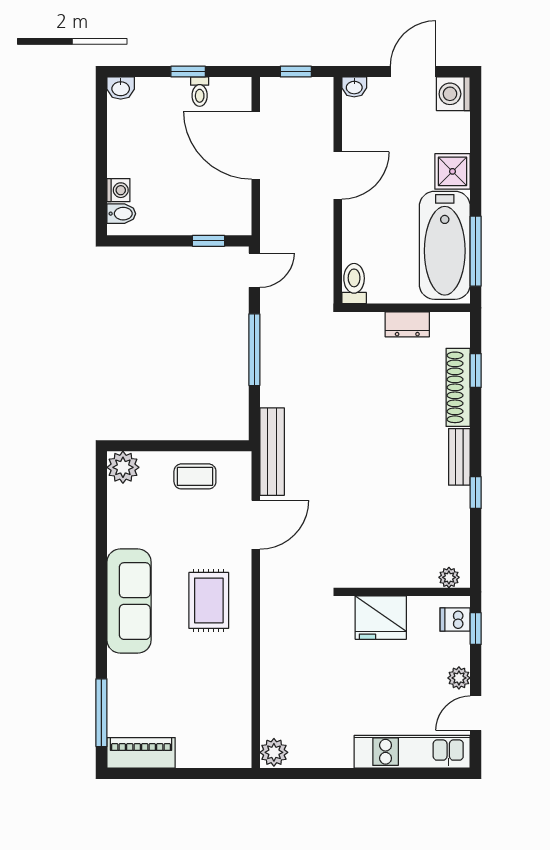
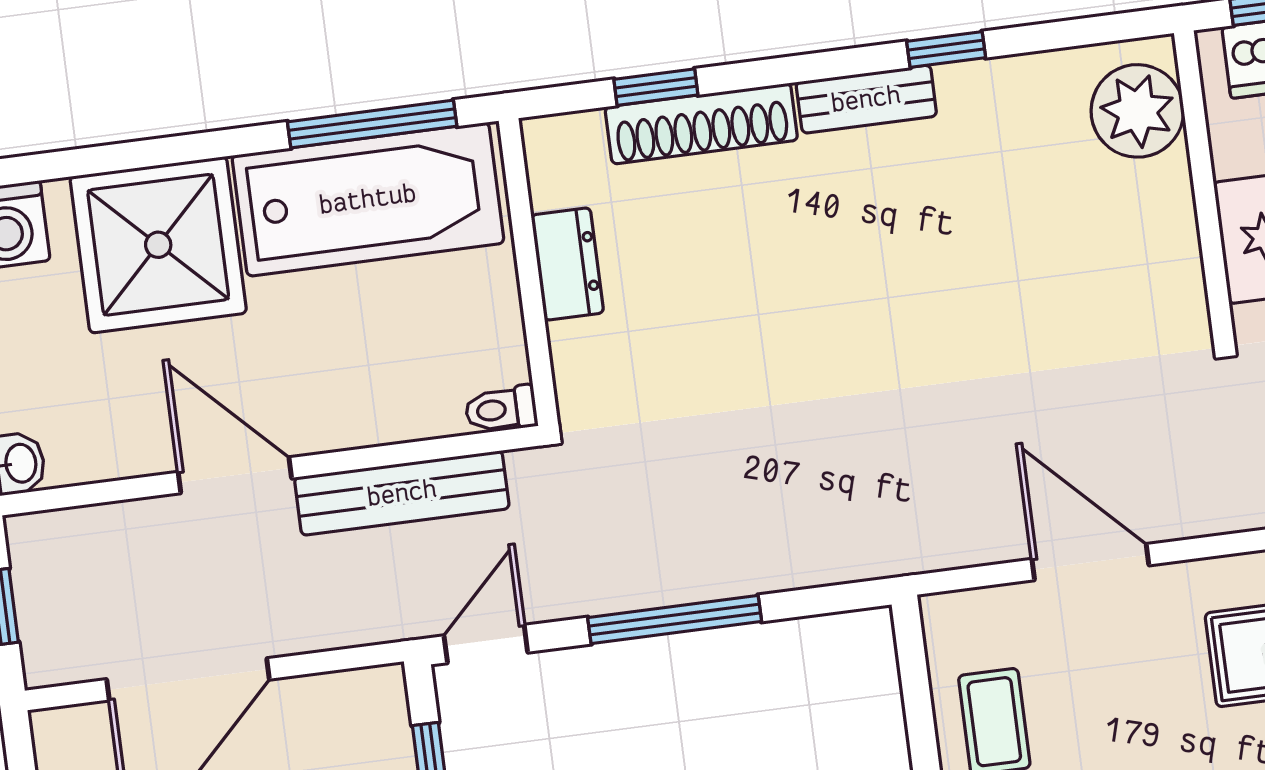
shower: (452, 171) -> (158, 245), width x1.86, depth x1.86
door: (254, 270) -> (486, 644), hinge flipped
toilet: (354, 284) -> (501, 409), width x0.73, depth x0.72
bench: (272, 452) -> (402, 493), moved
plant: (449, 577) -> (1137, 111), width x1.88, depth x1.88

